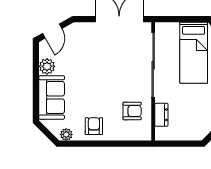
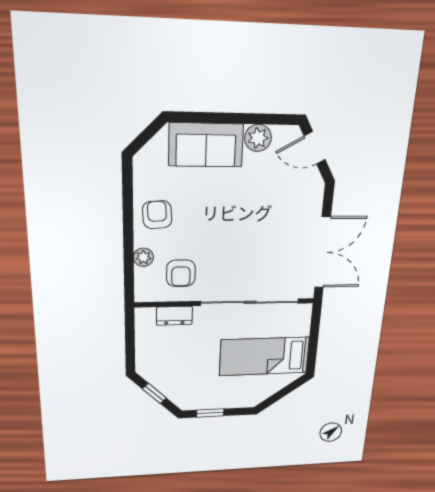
armchair: (94, 126) -> (157, 215), turned -94
plant: (66, 134) -> (143, 257), moved

